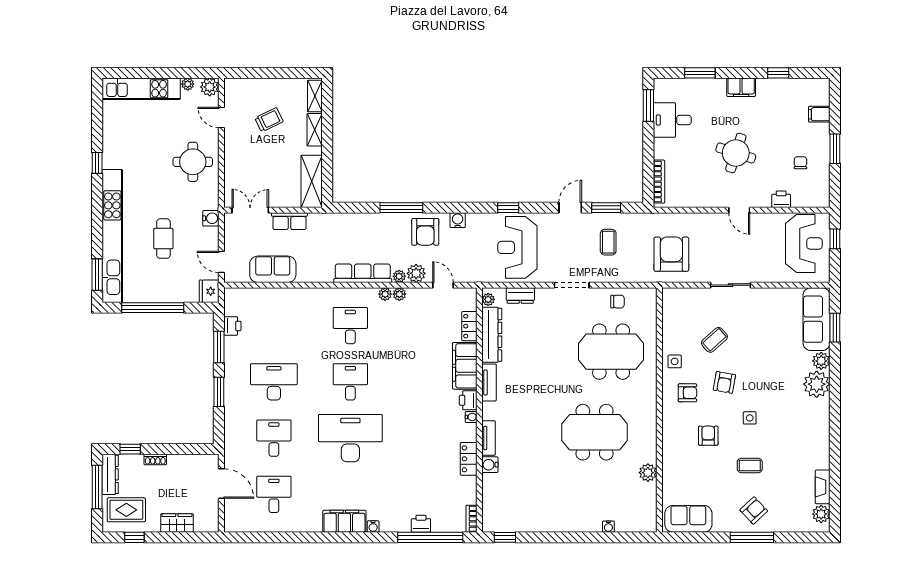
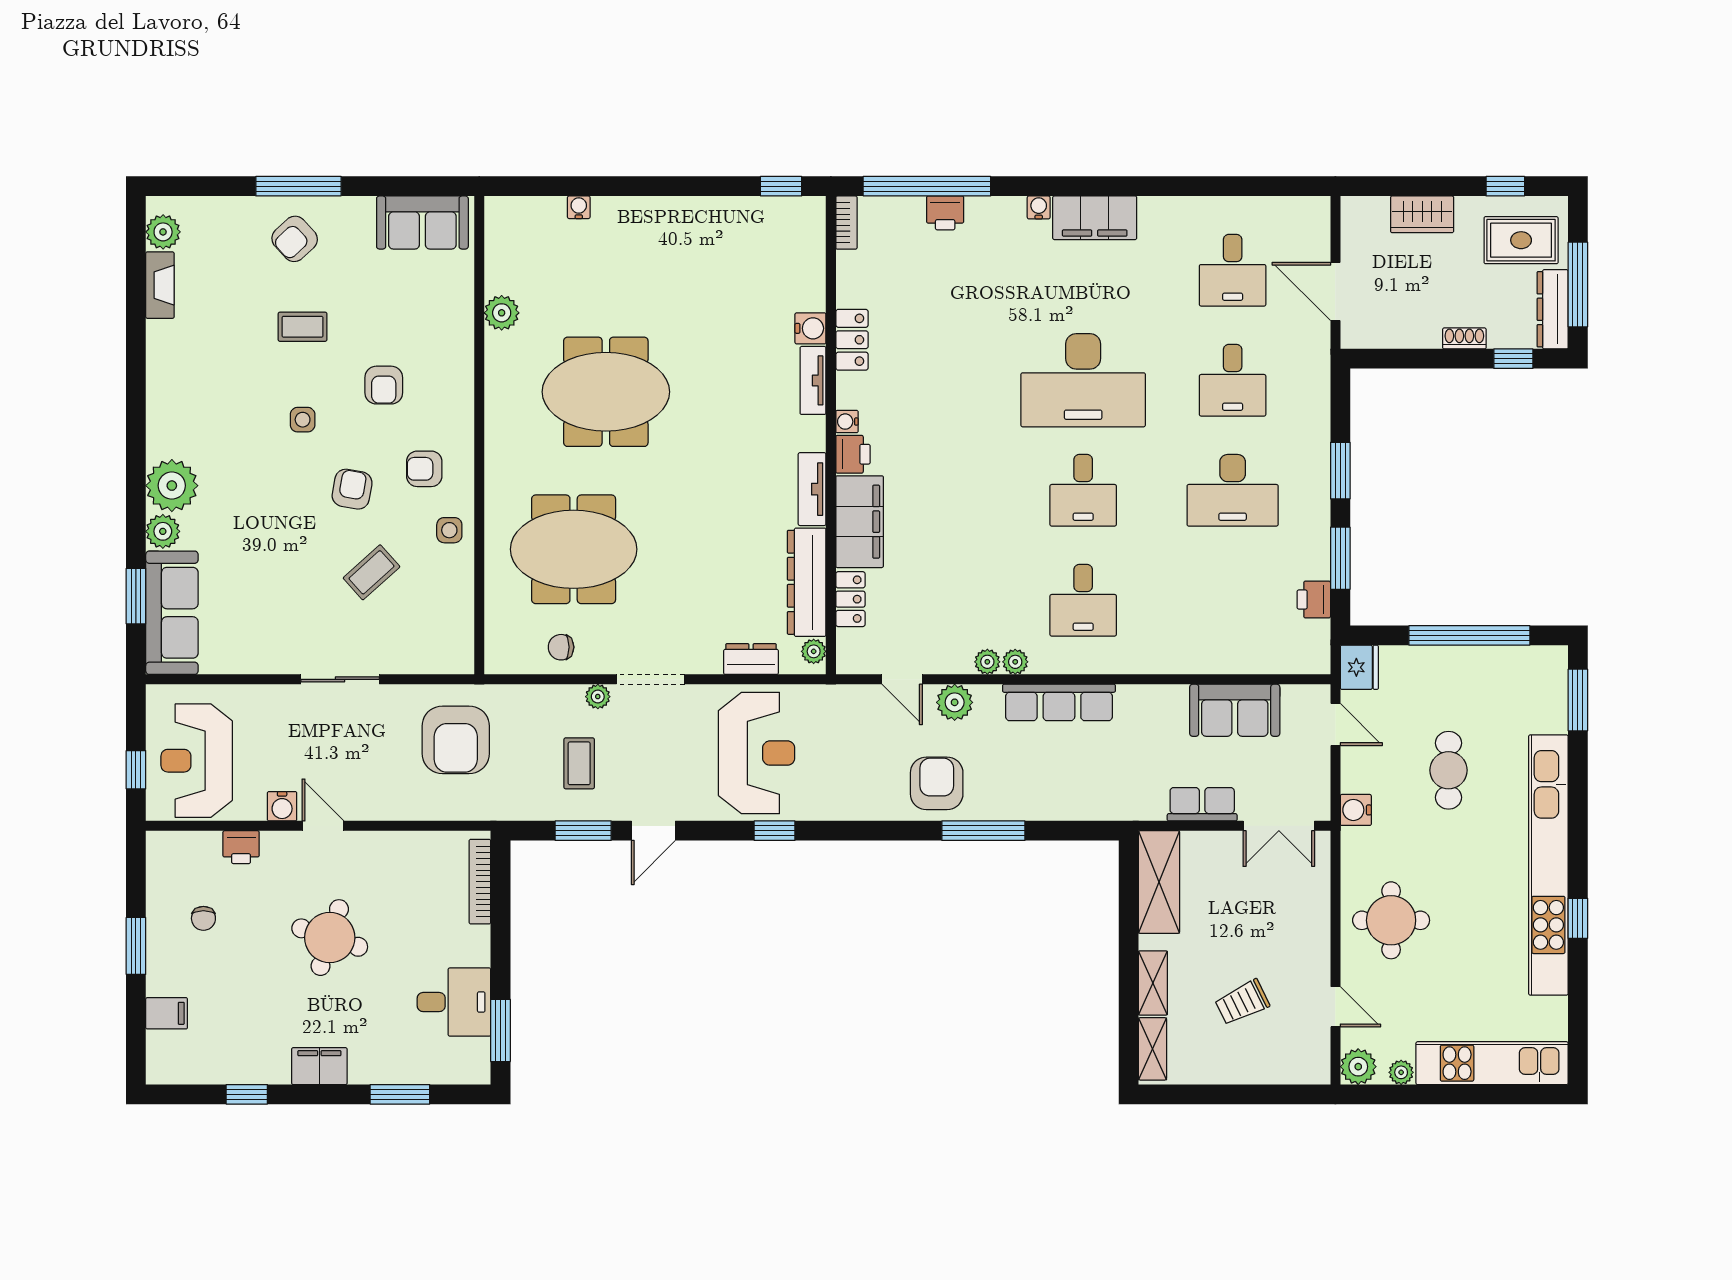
water cooler: (458, 220) -> (282, 806), moved
kitchen unit: (112, 236) -> (1548, 865), moved
plant: (399, 276) -> (598, 697), moved

